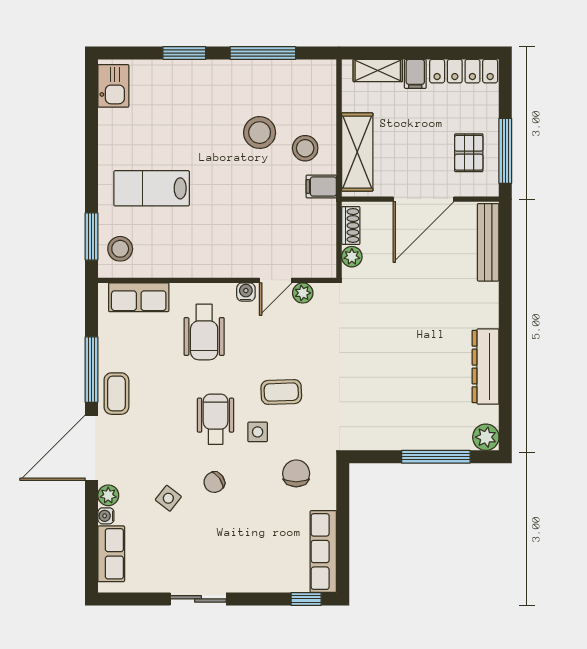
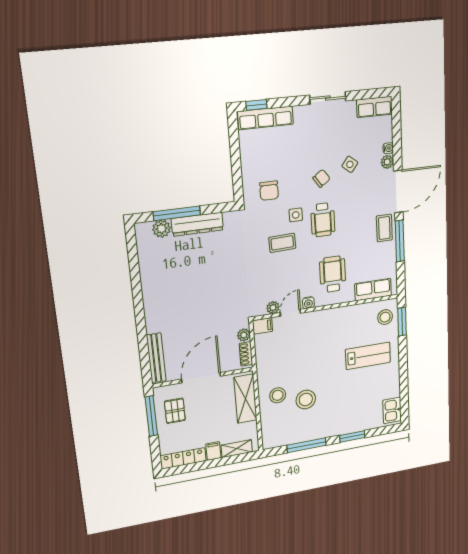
filing cabinet: (321, 186) -> (263, 326), moved
dresser: (486, 367) -> (197, 224), moved, turned 90
plant: (486, 437) -> (161, 229), moved
row of seats: (323, 552) -> (266, 118), moved, turned 90
row of seats: (111, 554) -> (374, 107), moved, turned -90

